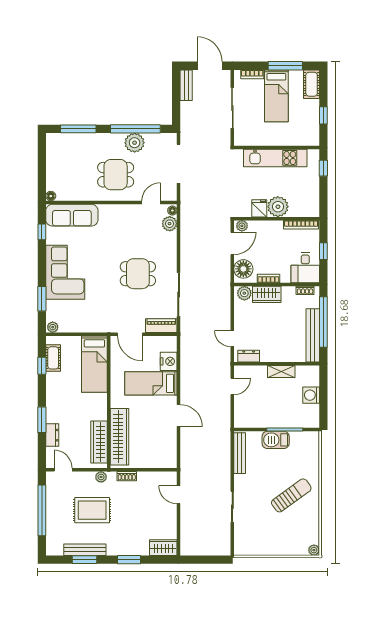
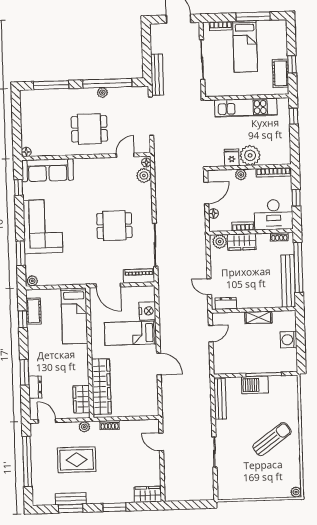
cot: (312, 84) -> (281, 73), moved
bench: (186, 85) -> (157, 75), moved, width x1.36
plant: (135, 143) -> (102, 93), width x0.53, depth x0.53
plant: (242, 226) -> (241, 175), moved
desk: (305, 268) -> (274, 215), width x1.37
floor lamp: (243, 269) -> (213, 214), width x0.53, depth x0.53
wardrobe: (99, 442) -> (81, 399), width x0.67
bench: (85, 550) -> (71, 499), width x0.73

